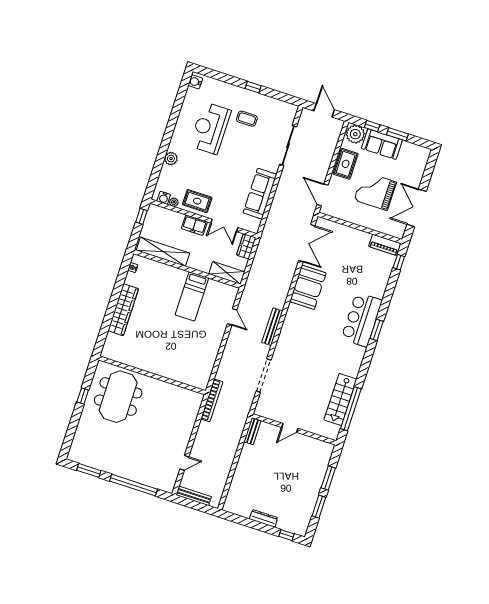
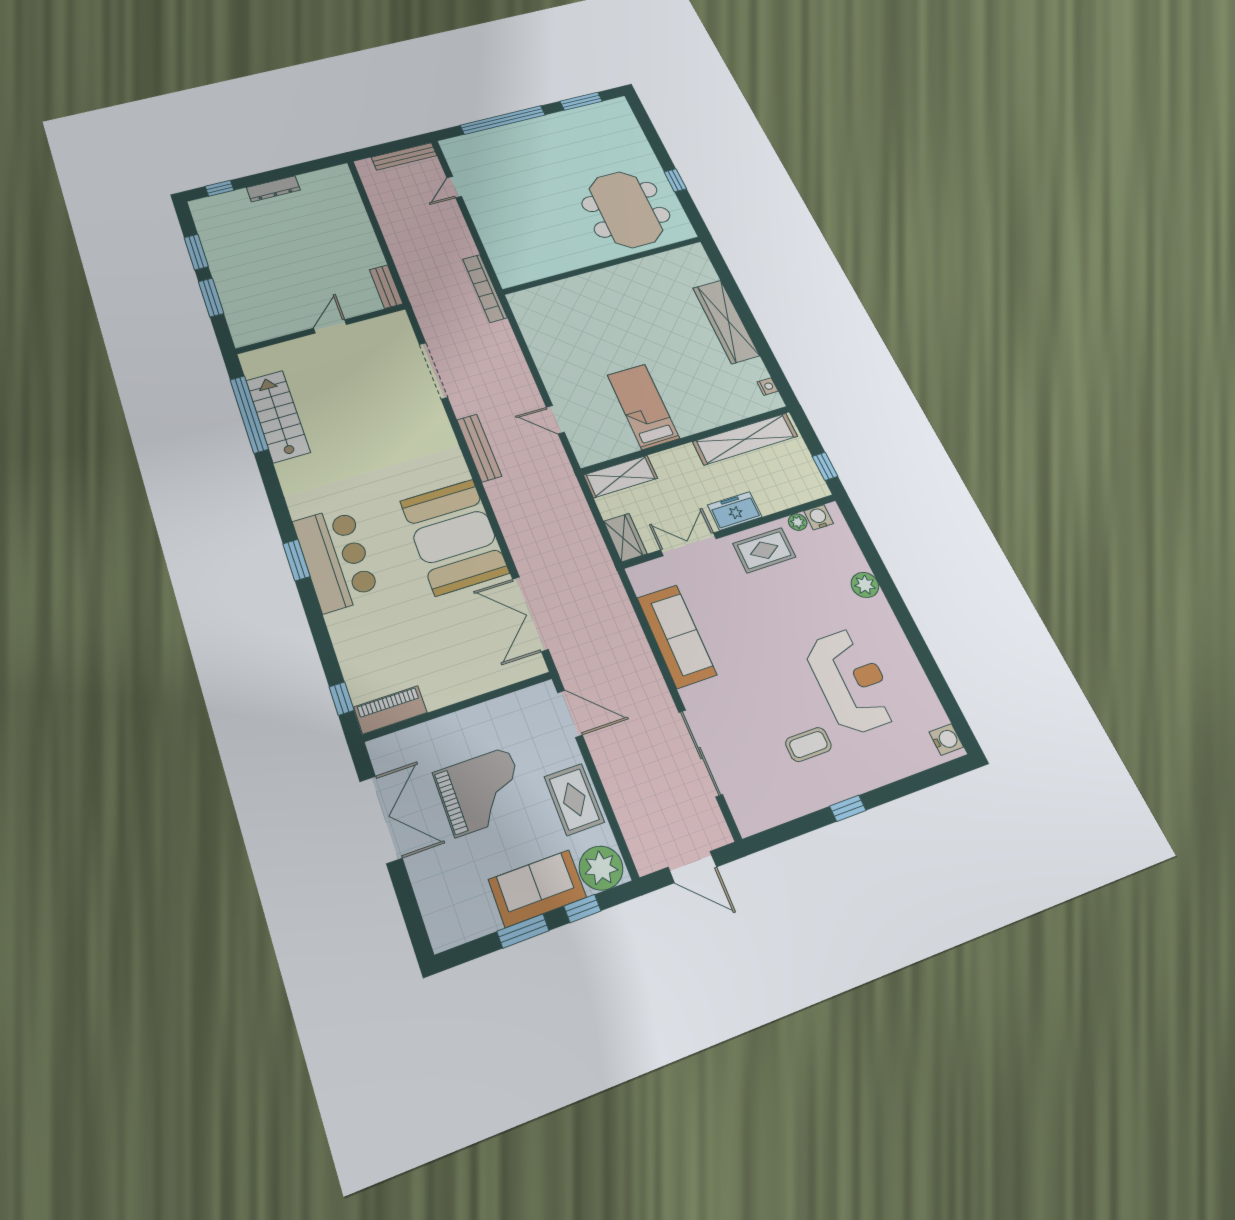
booth: (308, 287) -> (454, 537), width x1.36, depth x1.42

